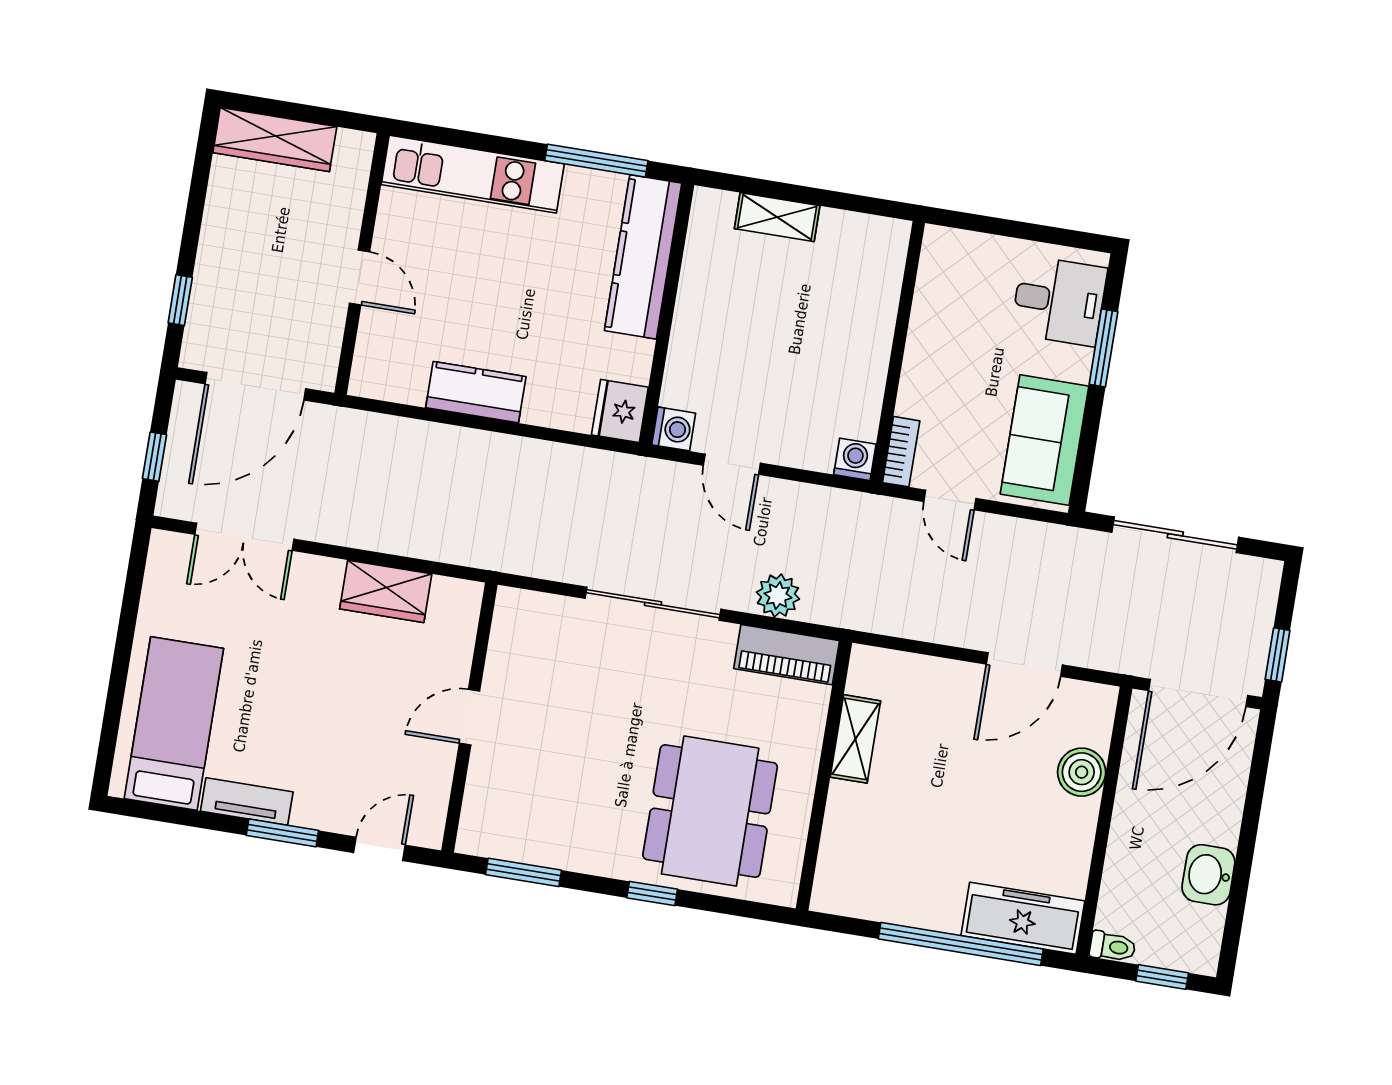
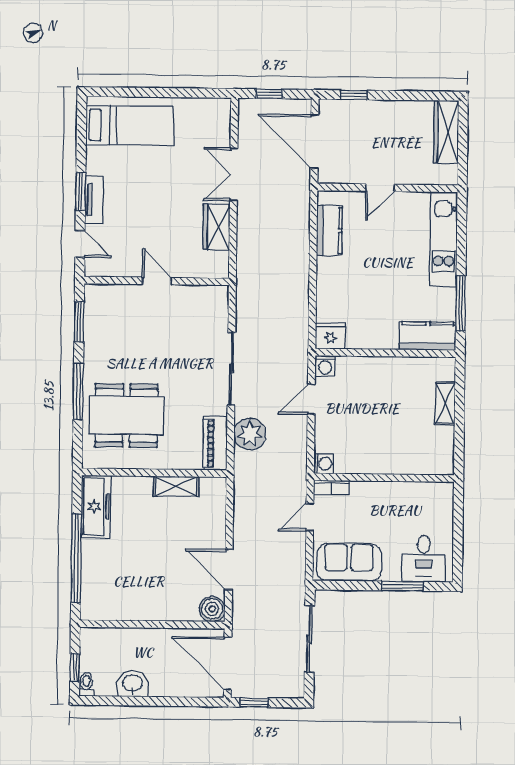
kitchen counter: (643, 257) -> (428, 336), width x0.67
kitchen counter: (476, 392) -> (329, 230), moved
double door: (244, 537) -> (234, 174), moved
plant: (778, 596) -> (250, 434), width x1.36, depth x1.36
boiler: (1082, 772) -> (212, 609), moved
tv unit: (247, 802) -> (94, 200), moved
window: (652, 893) -> (78, 391), width x2.17
freezer: (1023, 918) -> (96, 506), moved
toilet: (1113, 947) -> (86, 684), moved, turned 180

